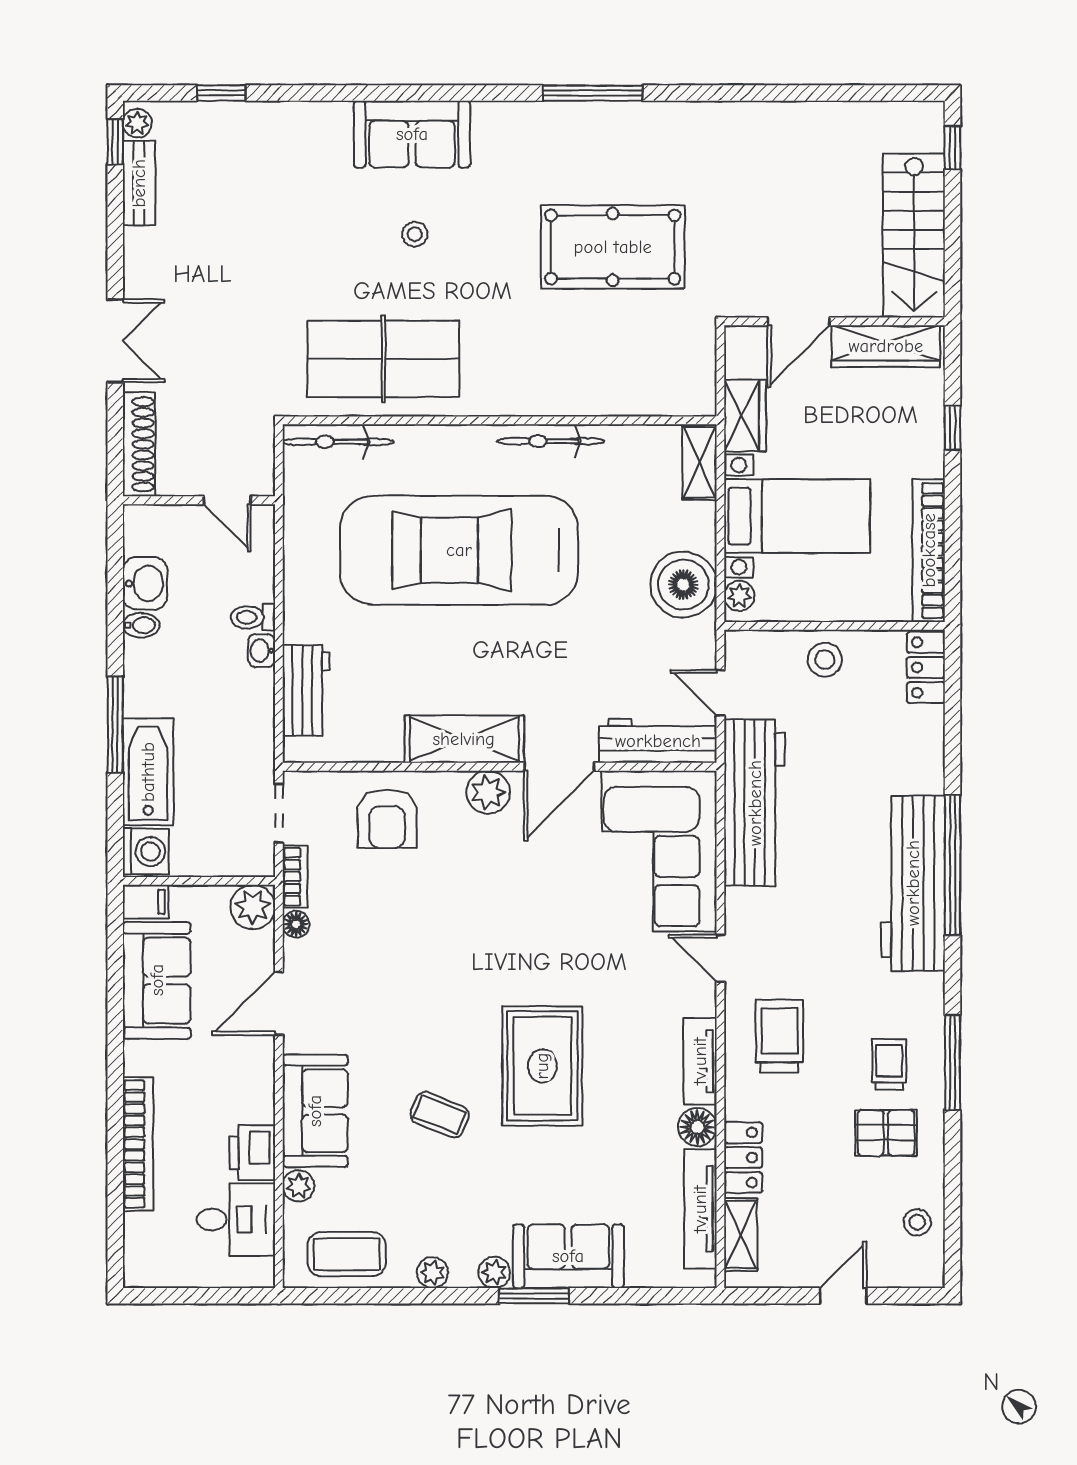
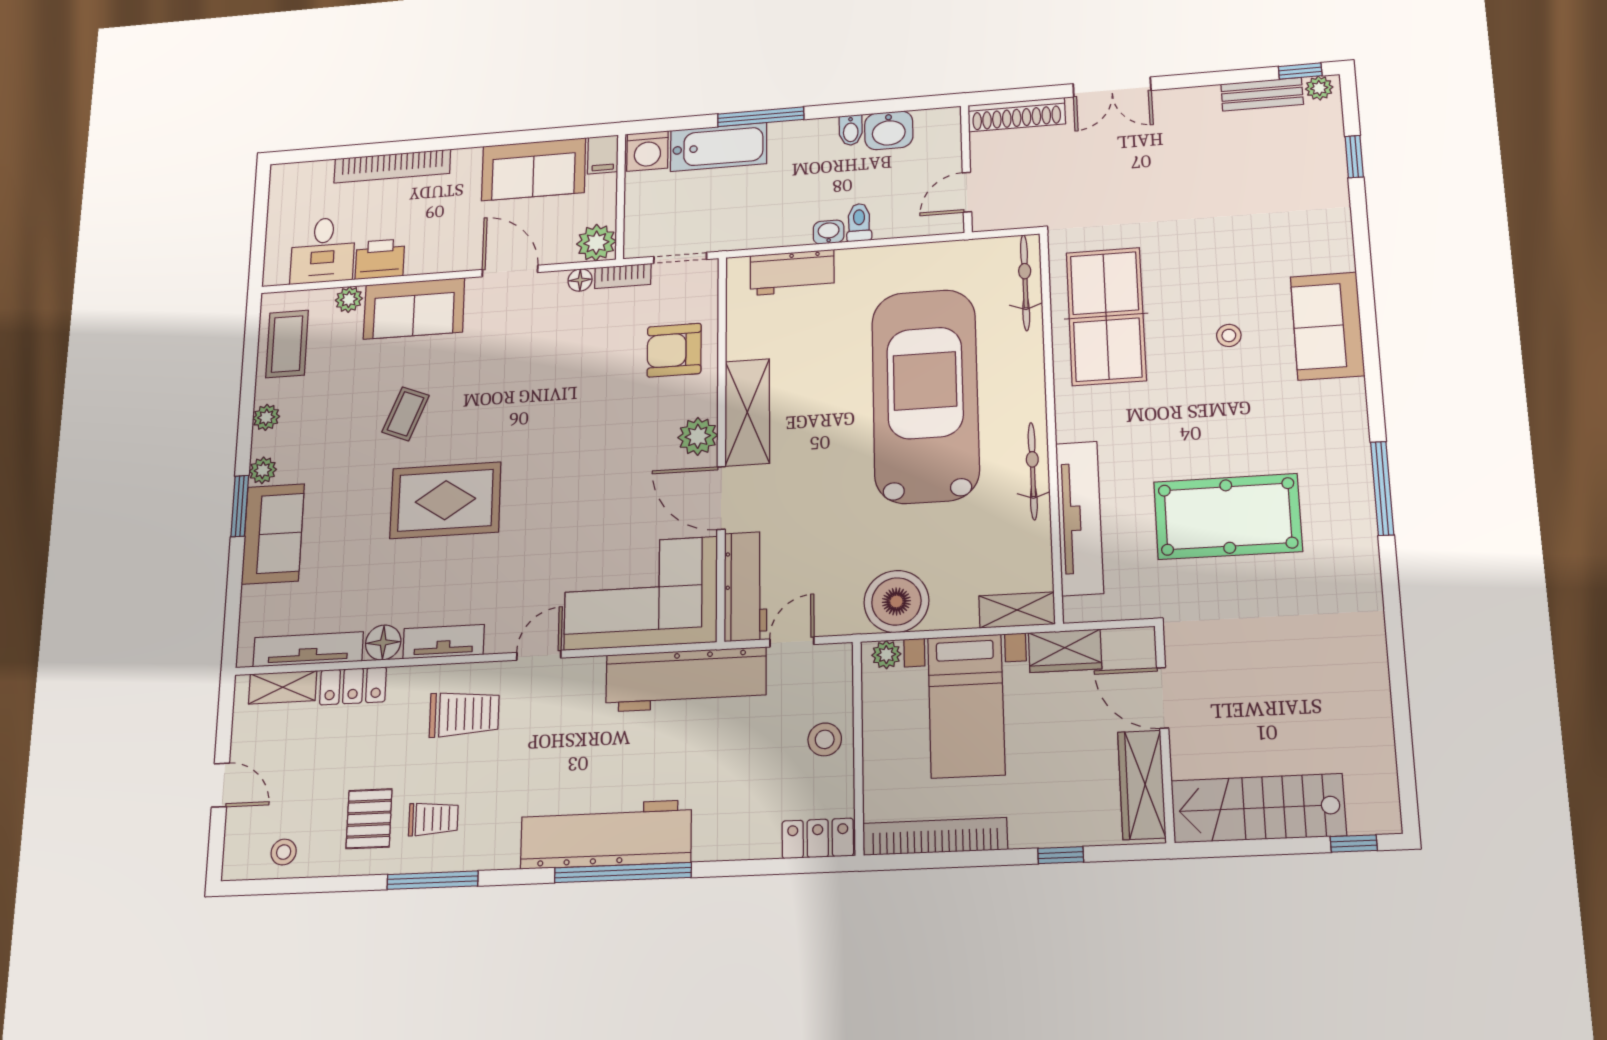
pool table: (613, 247) -> (1228, 516), turned 90
tv unit: (605, 395) -> (1079, 518), added

